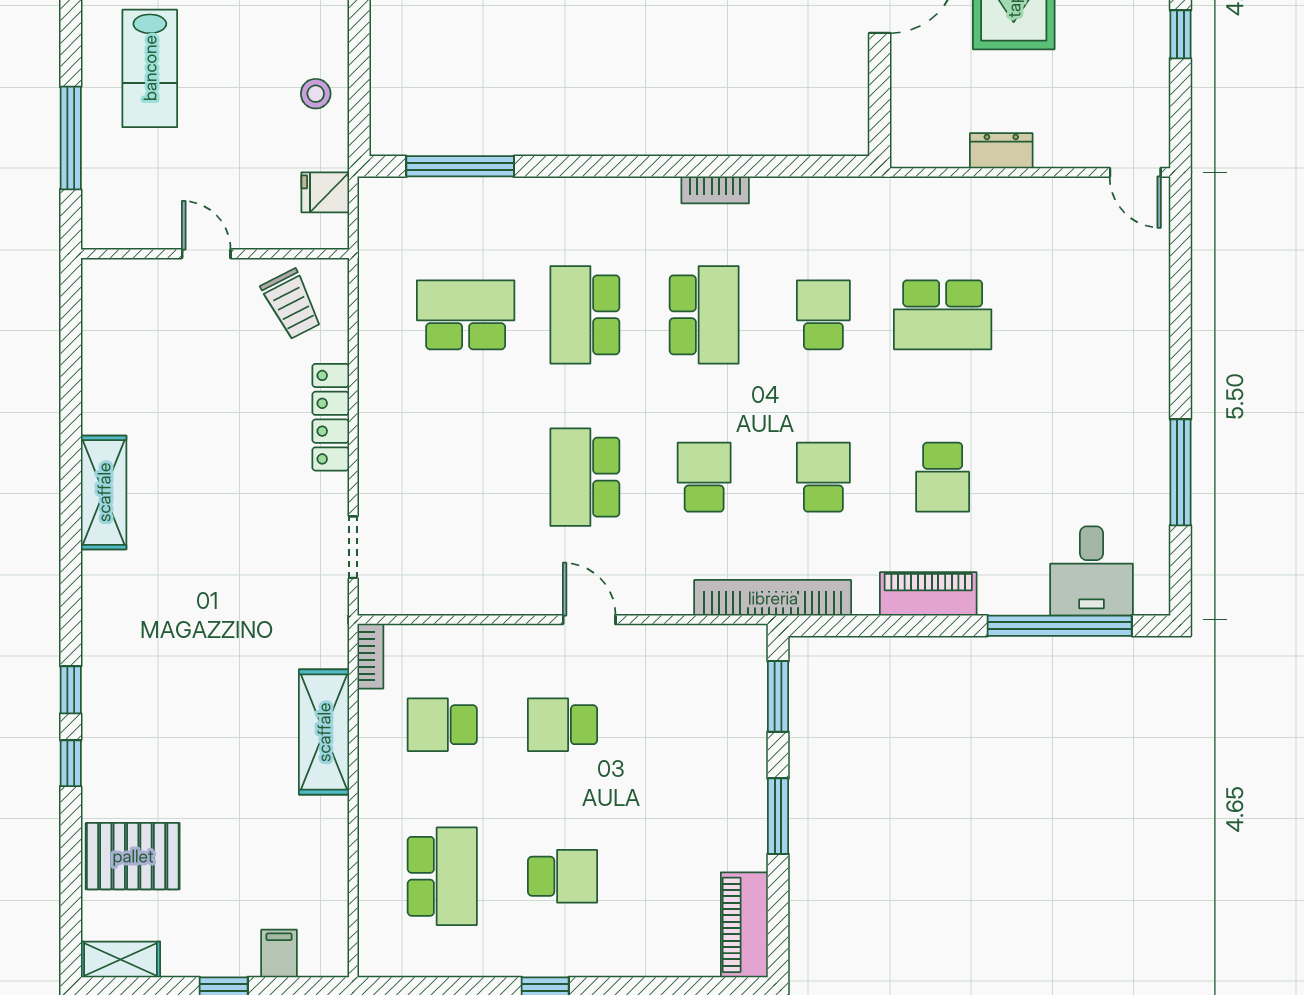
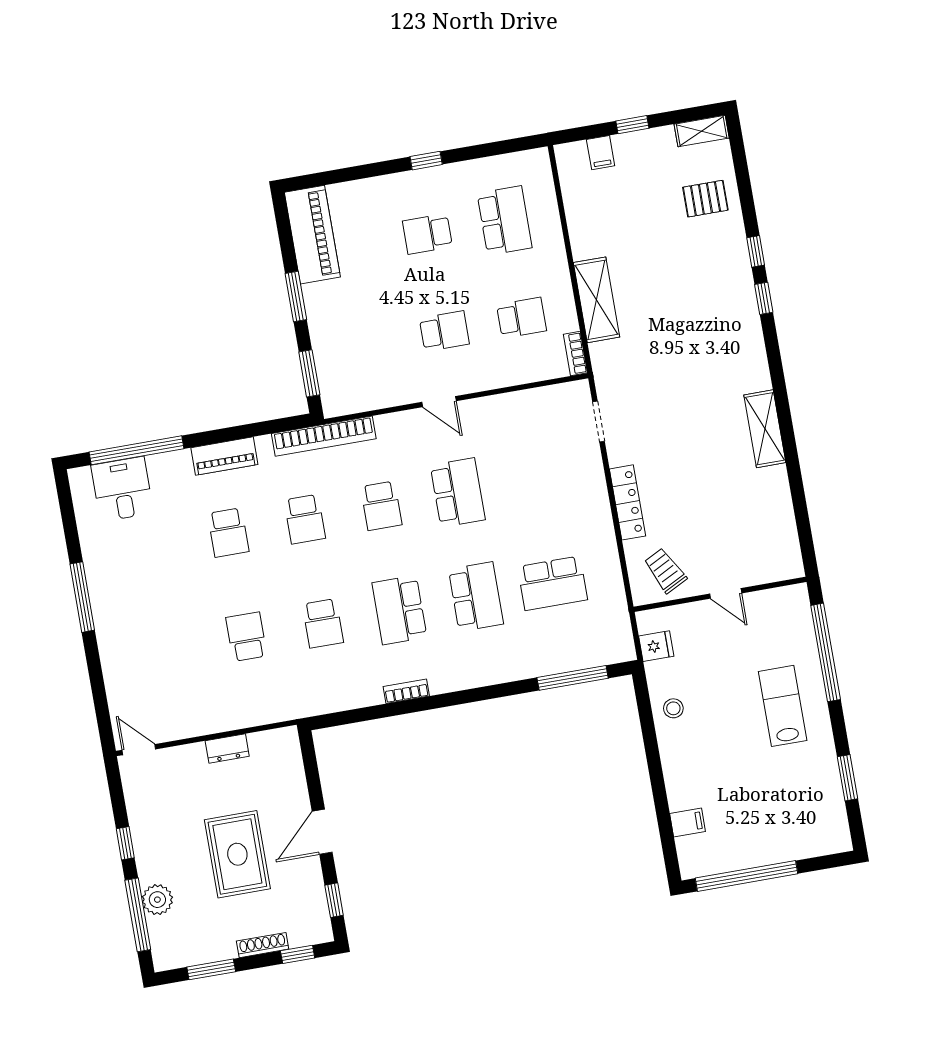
window: (71, 138) -> (826, 652), width x1.46
school desk: (943, 315) -> (246, 637), width x0.54
window: (1180, 472) -> (82, 597), moved
school desk: (943, 477) -> (228, 532), turned 180
pallet: (133, 856) -> (705, 199), width x0.67, depth x0.71
school desk: (442, 876) -> (505, 220), turned 180
piano: (744, 925) -> (312, 235), width x1.37, depth x1.33

